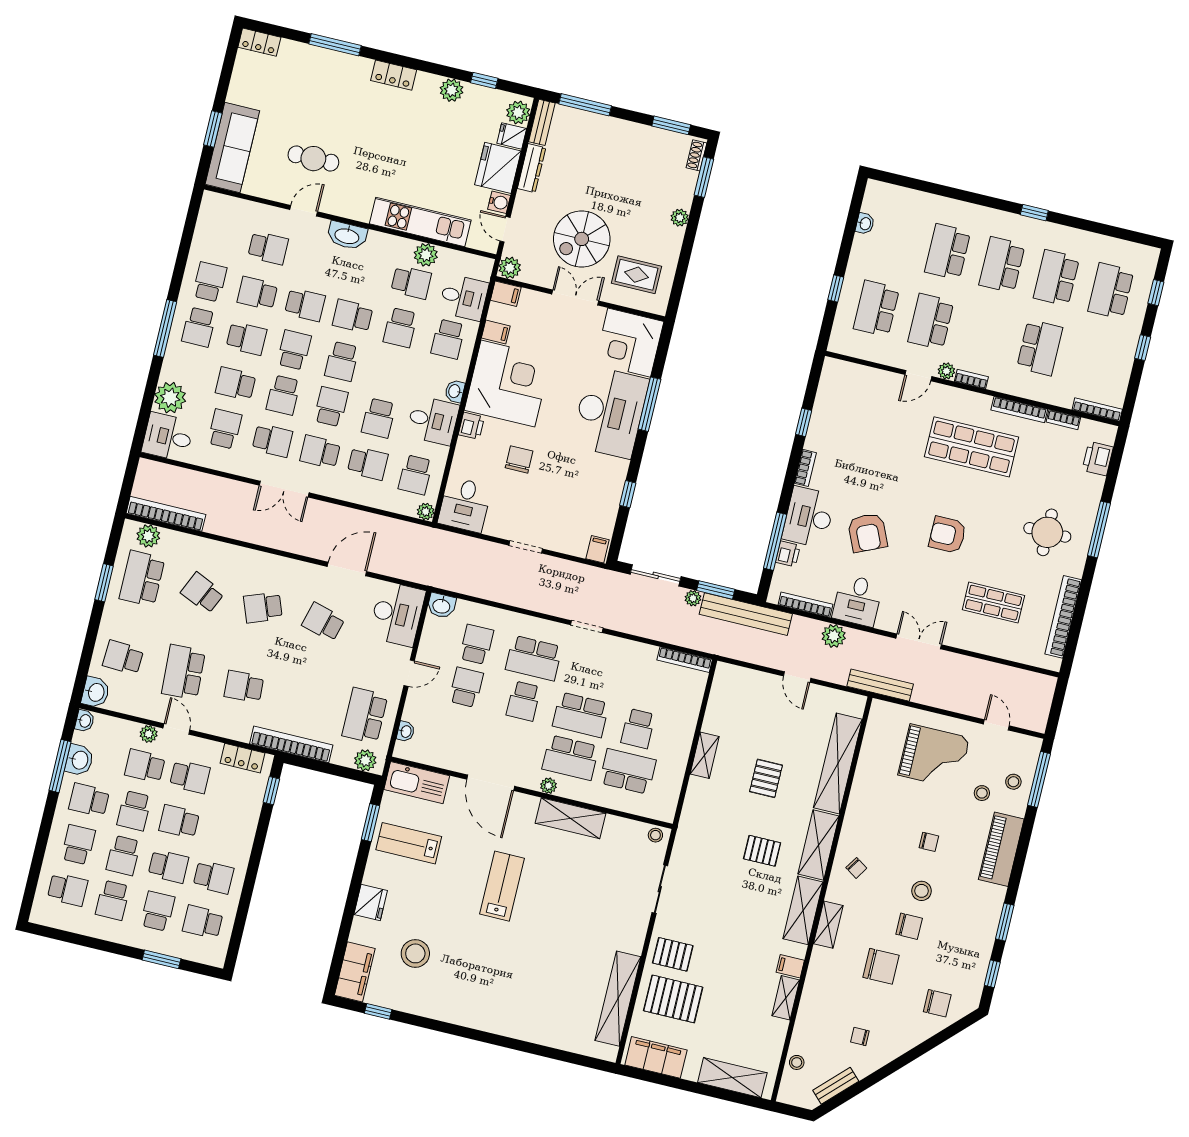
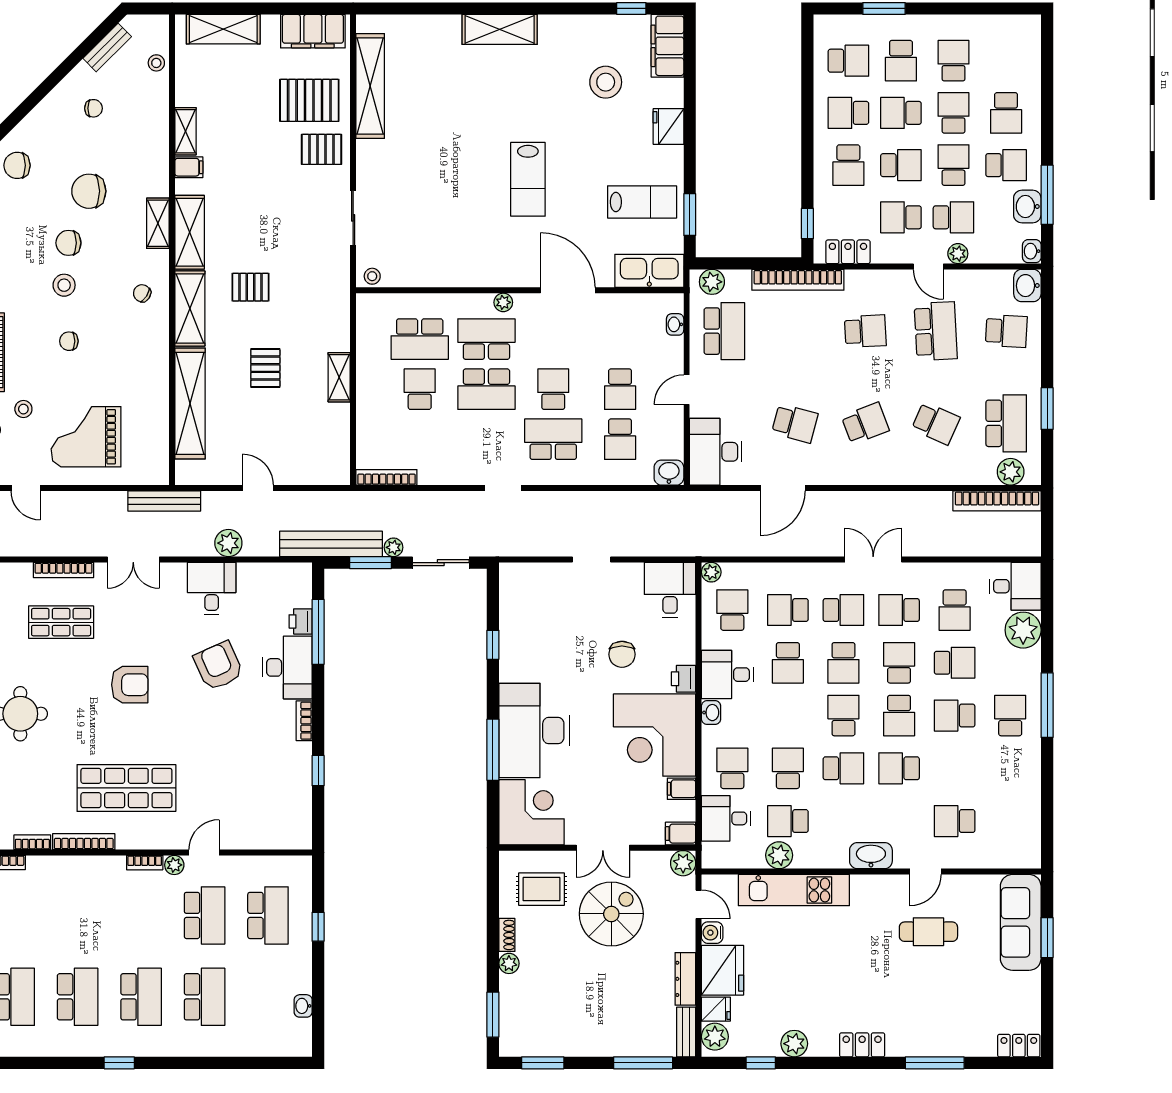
shoe rack: (696, 155) -> (507, 935), moved
school desk: (210, 282) -> (1010, 768), removed
school desk: (257, 293) -> (955, 768), removed
school desk: (1040, 348) -> (78, 915), removed
school desk: (379, 418) -> (788, 663), turned 180
filing cabinet: (598, 549) -> (512, 576), removed
bookcase: (805, 605) -> (64, 570), moved
school desk: (581, 715) -> (486, 389), turned 180
shelving: (571, 818) -> (500, 29), moved
school desk: (68, 889) -> (848, 165), moved, turned -90

